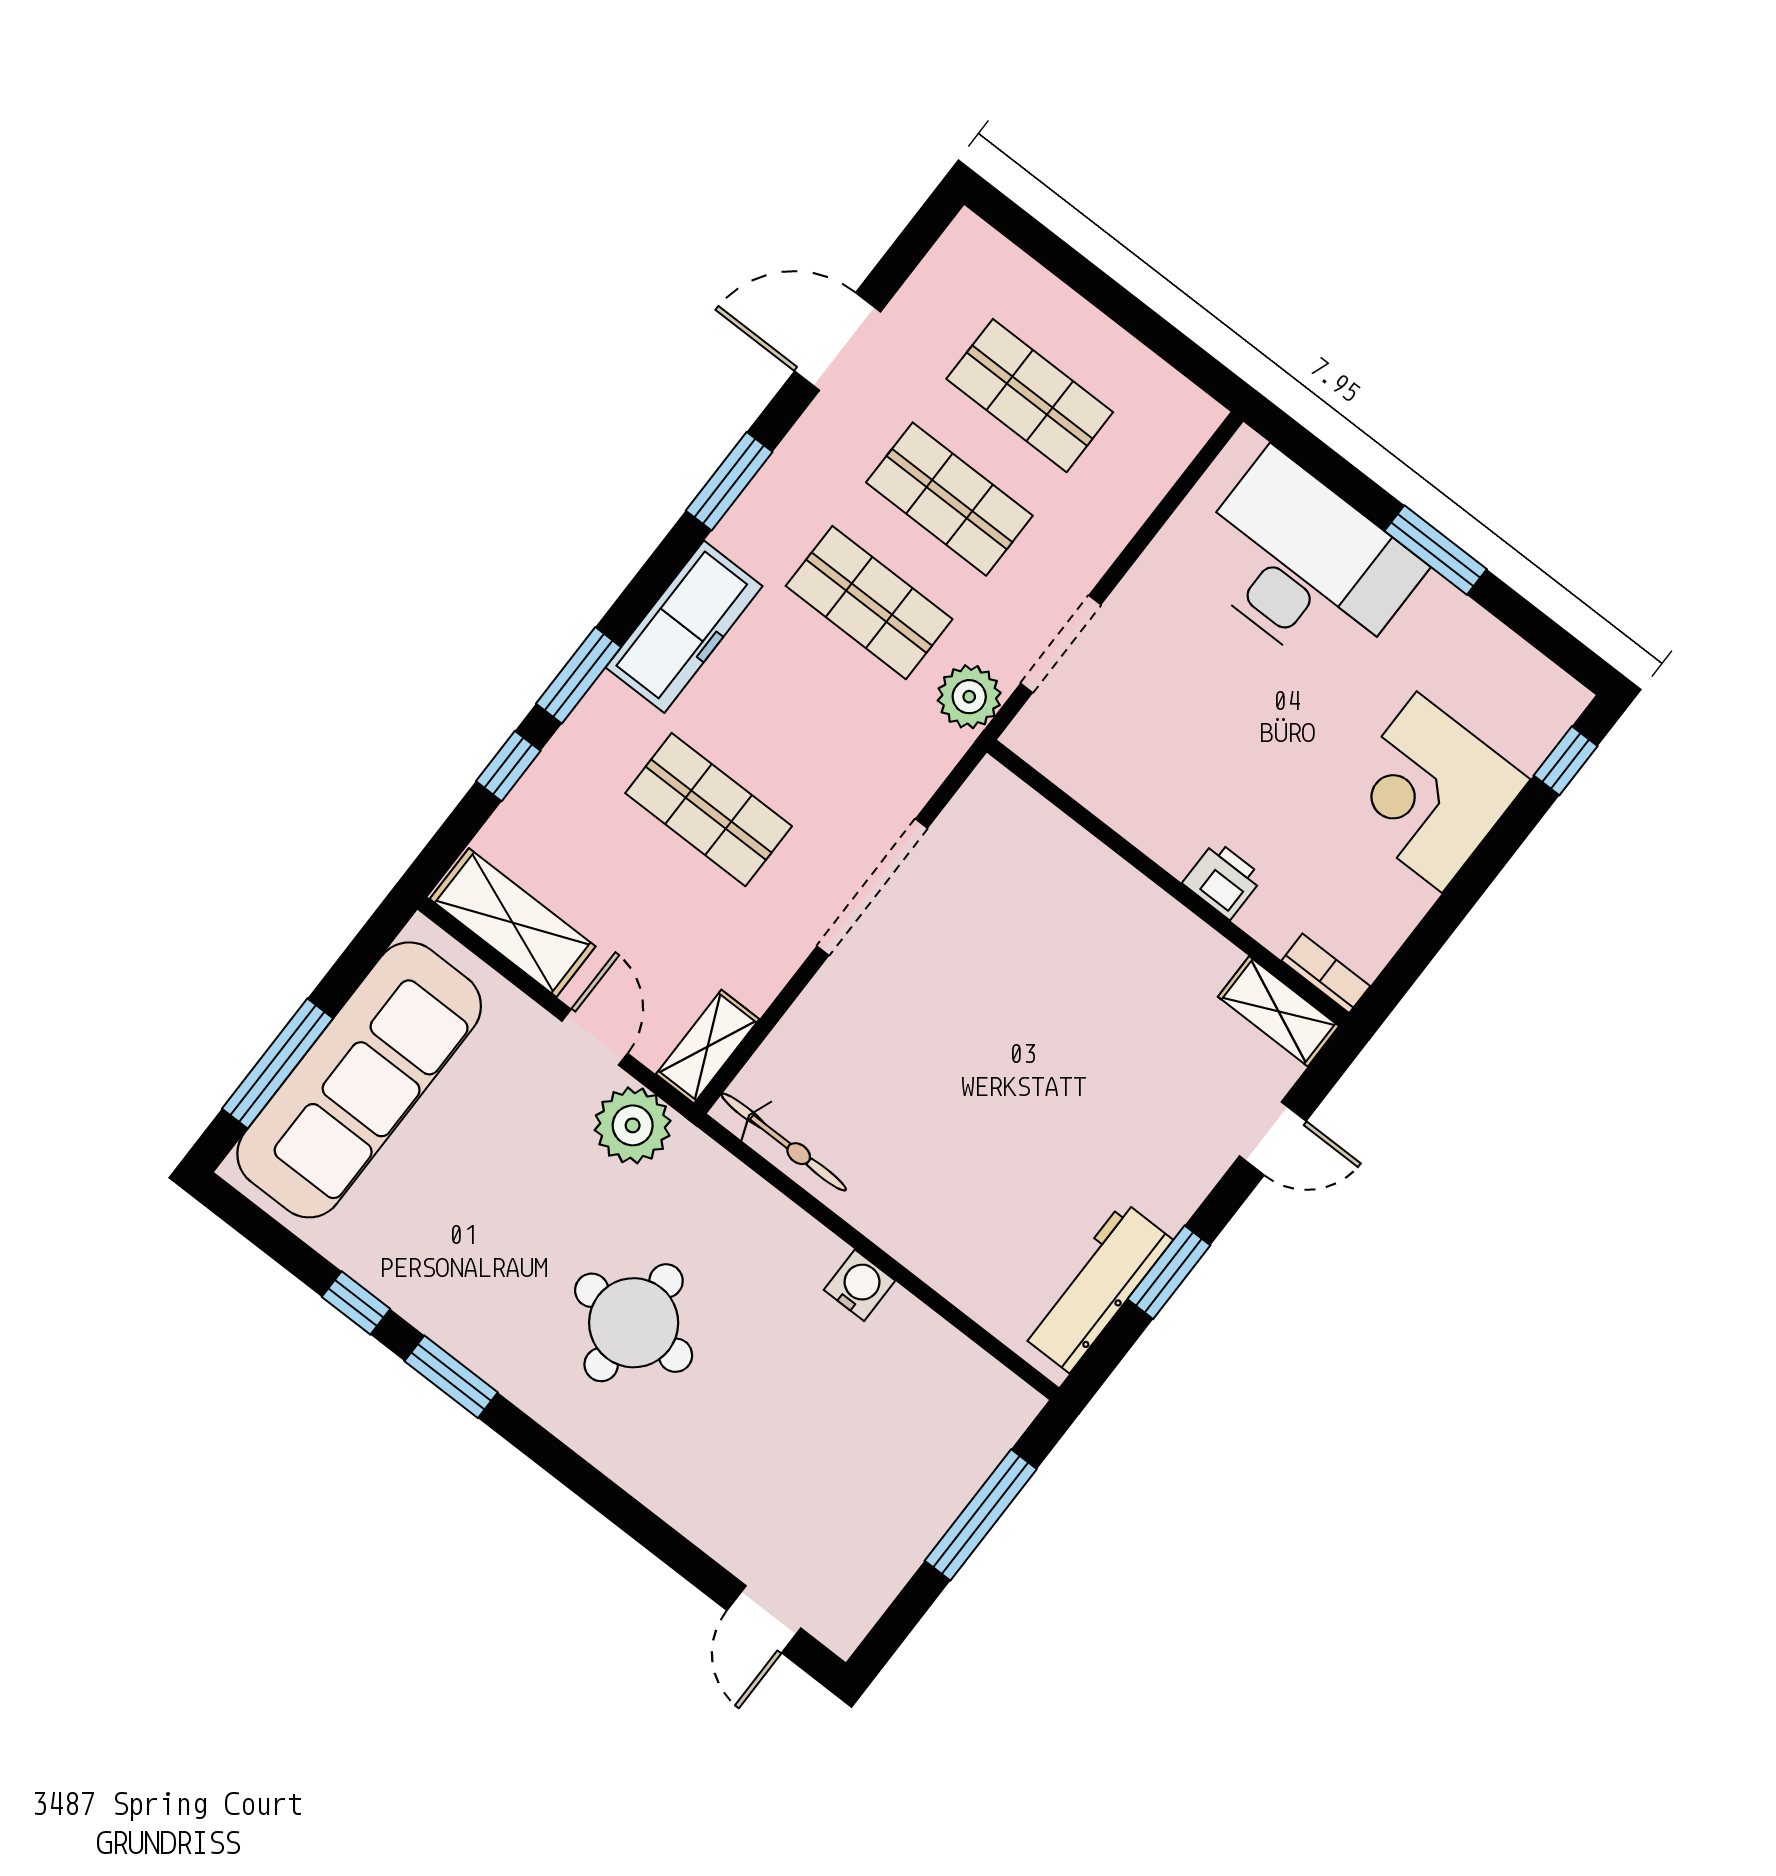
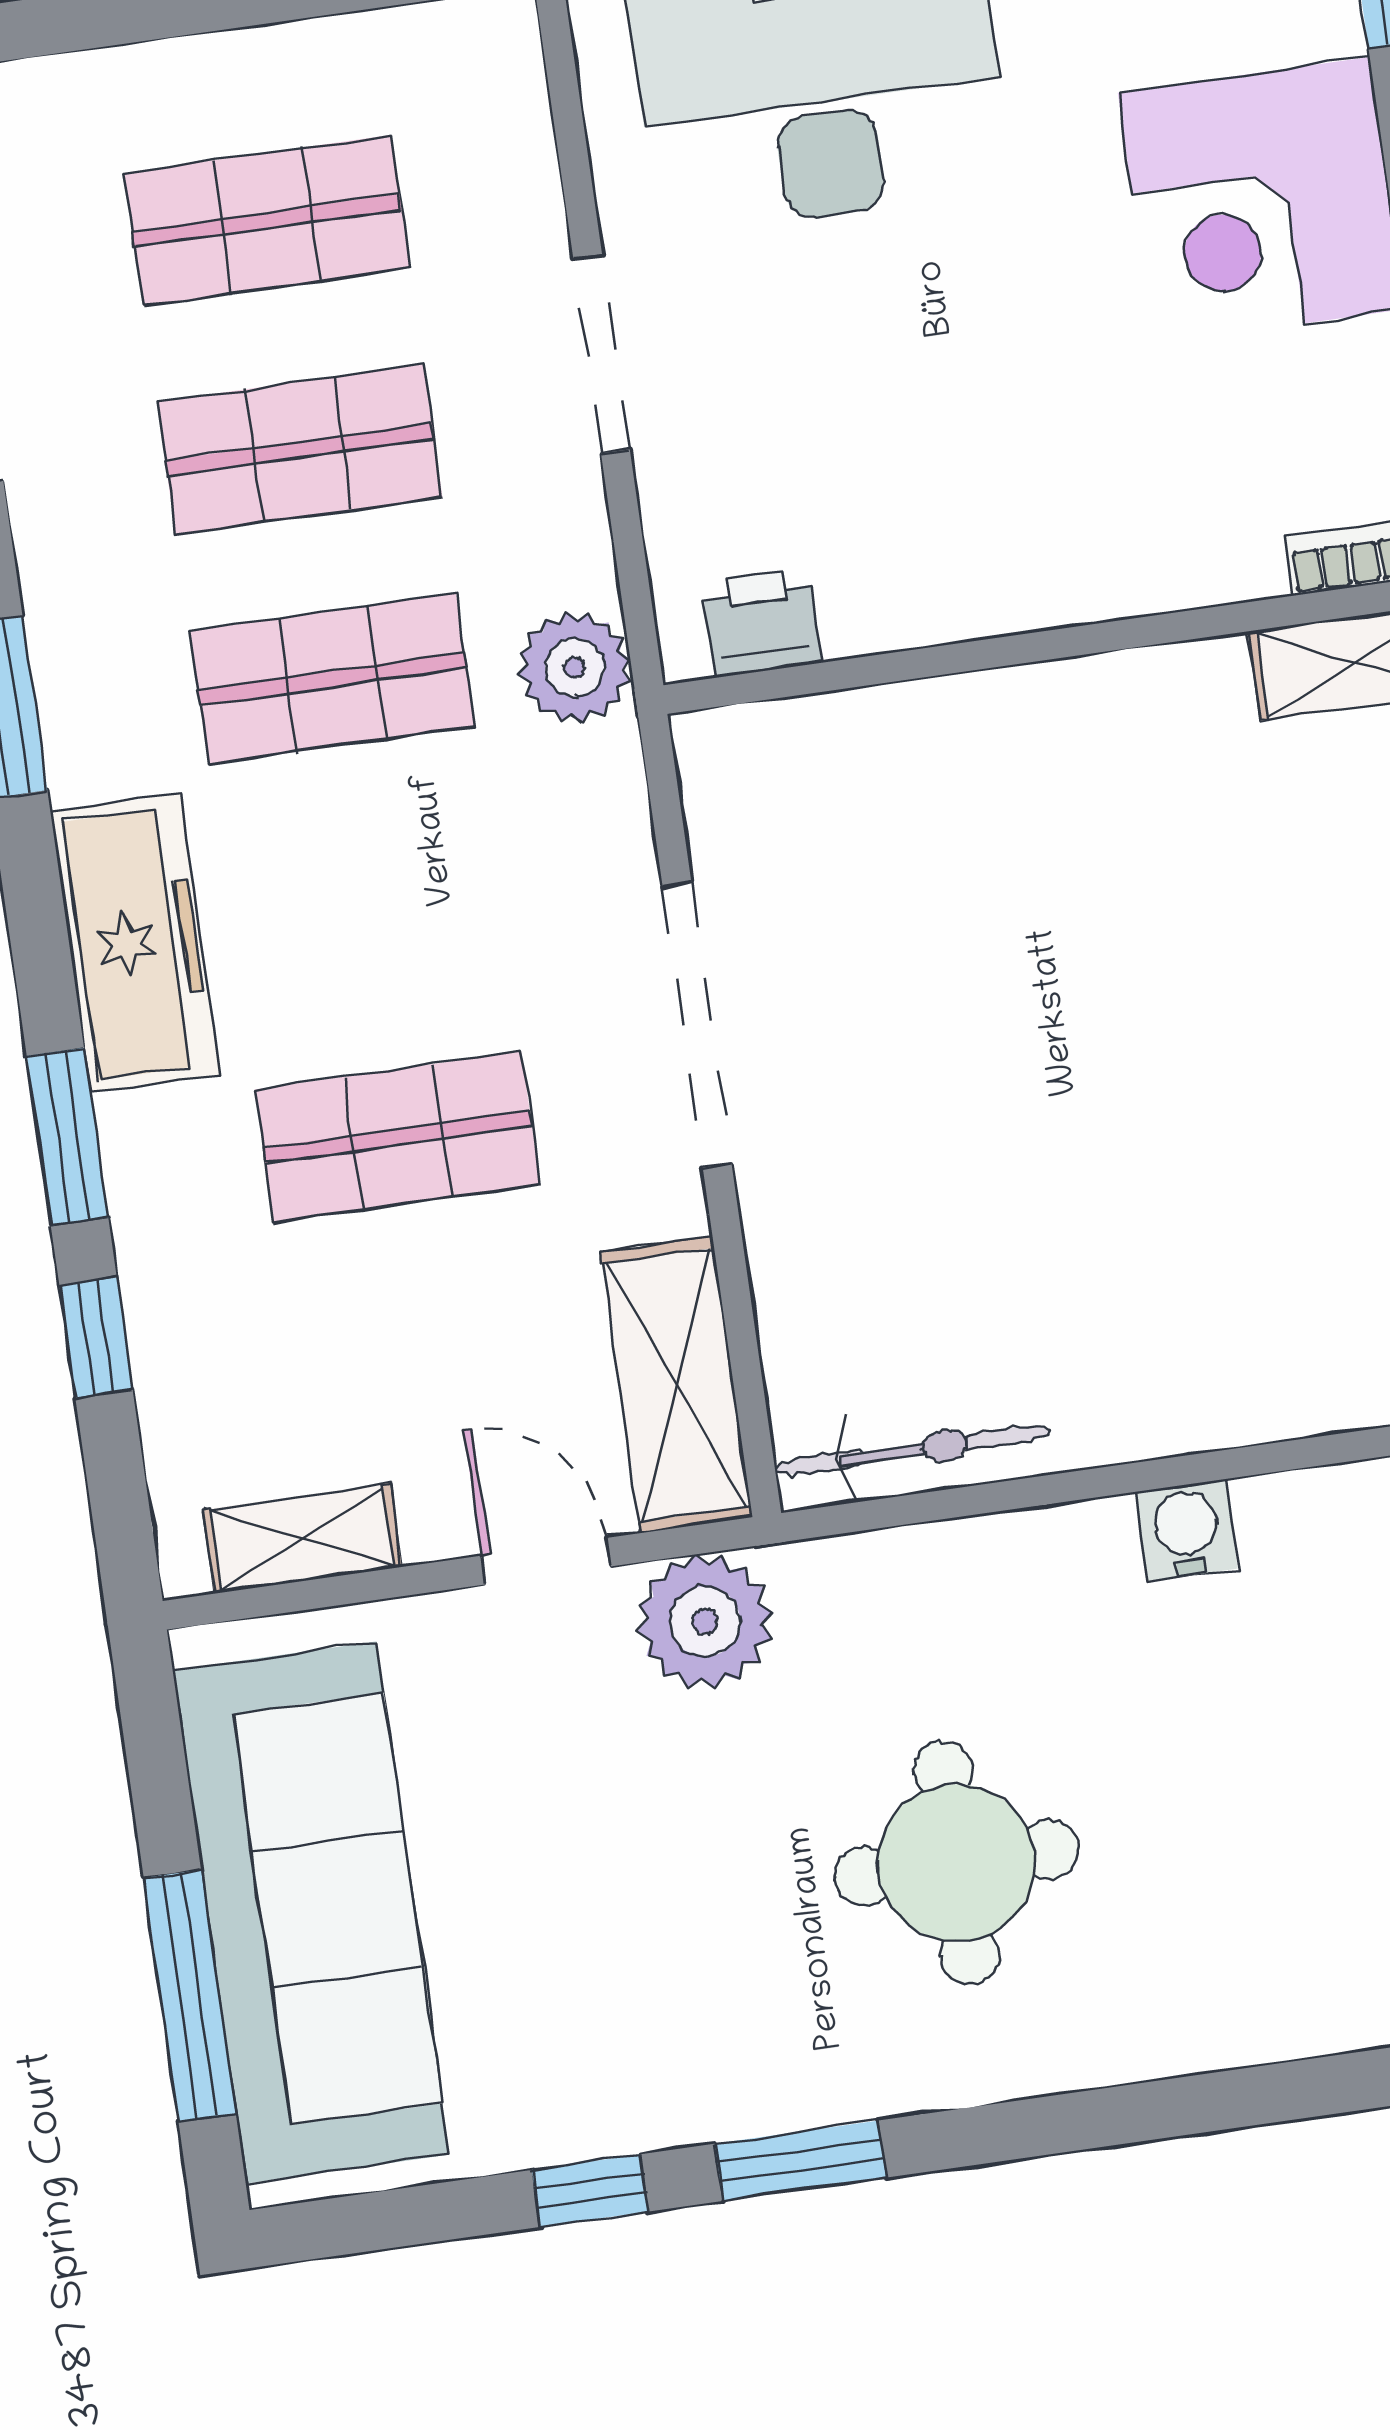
doorway: (1061, 644) -> (601, 354), moved
printer: (1223, 880) -> (762, 622), moved
shelving: (513, 923) -> (302, 1538), width x0.67, depth x0.75
shelving: (708, 1047) -> (676, 1385), width x1.50, depth x1.33

